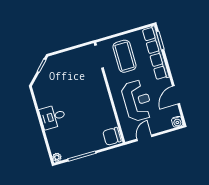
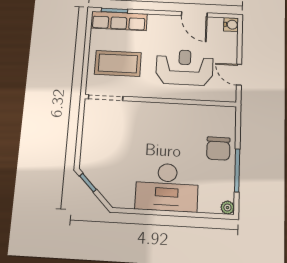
row of seats: (156, 53) -> (119, 21), width x0.73
desk: (53, 117) -> (167, 187), width x1.87, depth x1.30
chair: (112, 136) -> (218, 149), moved

